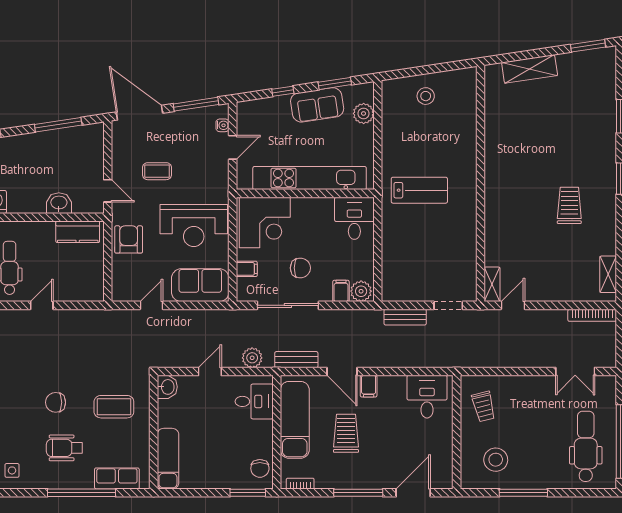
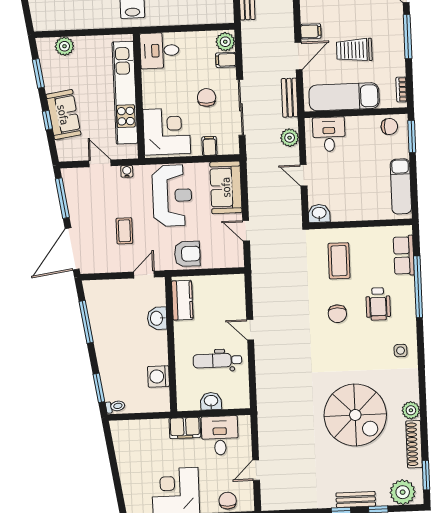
sofa: (317, 105) -> (63, 115), moved
water cooler: (222, 125) -> (127, 171), moved
armchair: (129, 239) -> (187, 254), turned 180
exam couch: (168, 459) -> (401, 186), moved, turned -90

